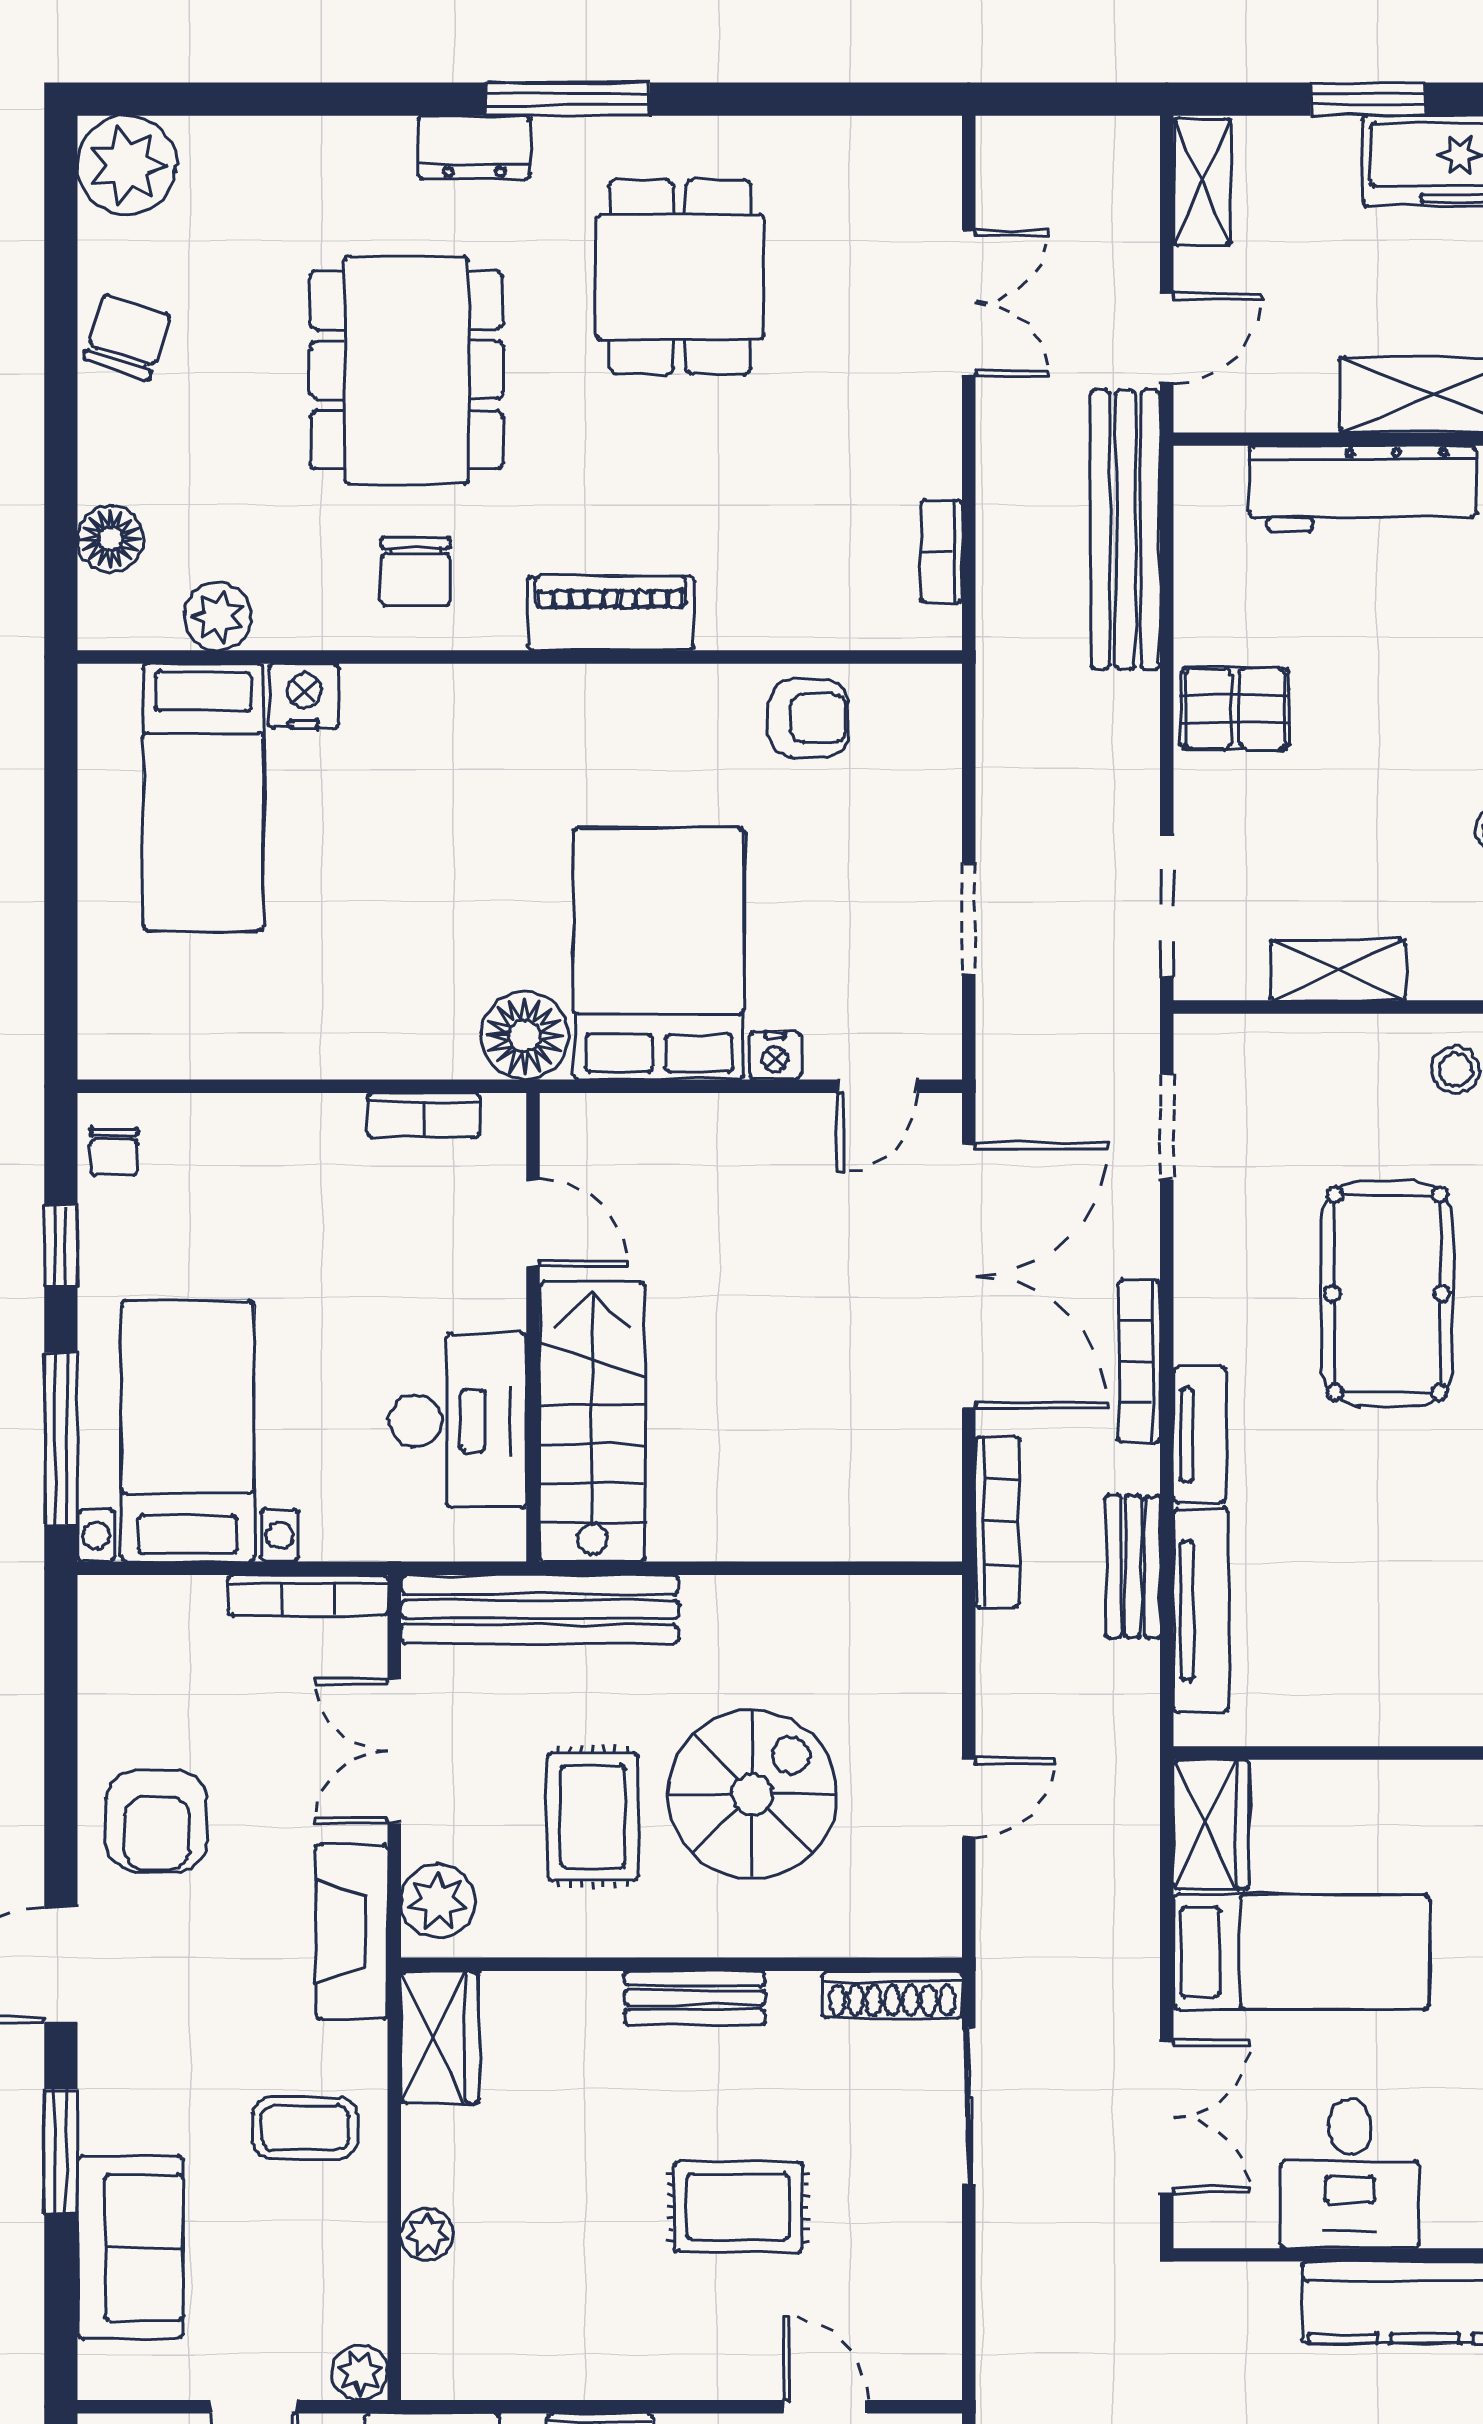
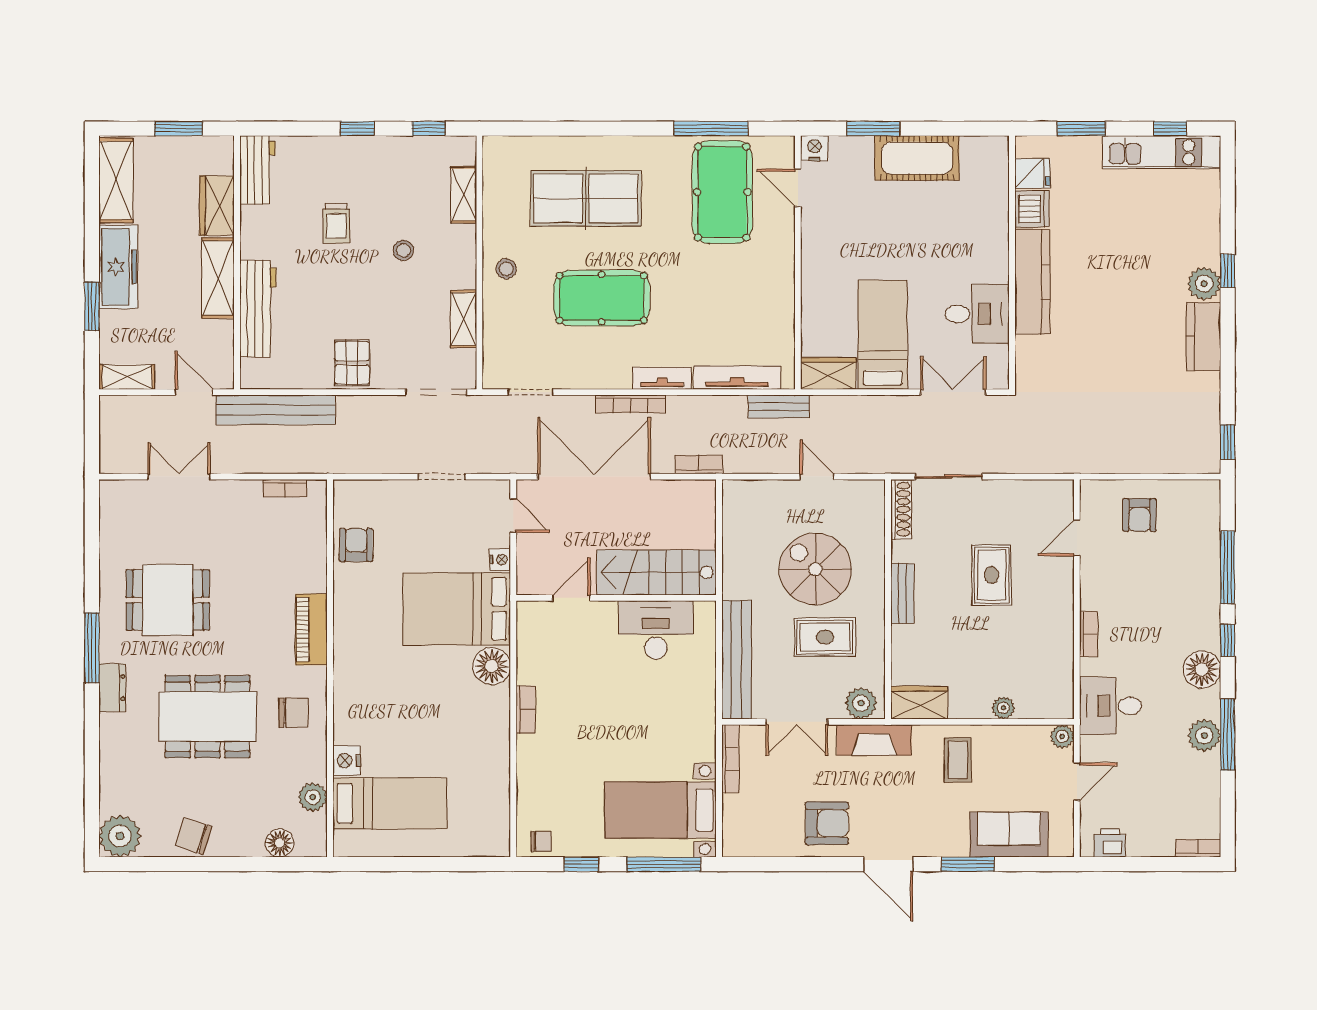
door: (533, 1223) -> (571, 598), moved
wall: (533, 1327) -> (616, 598), moved
desk: (458, 1420) -> (656, 630), moved
stairs: (592, 1422) -> (656, 572), moved
bookcase: (997, 1522) -> (699, 464), width x0.64
bench: (1133, 1567) -> (779, 407), moved

